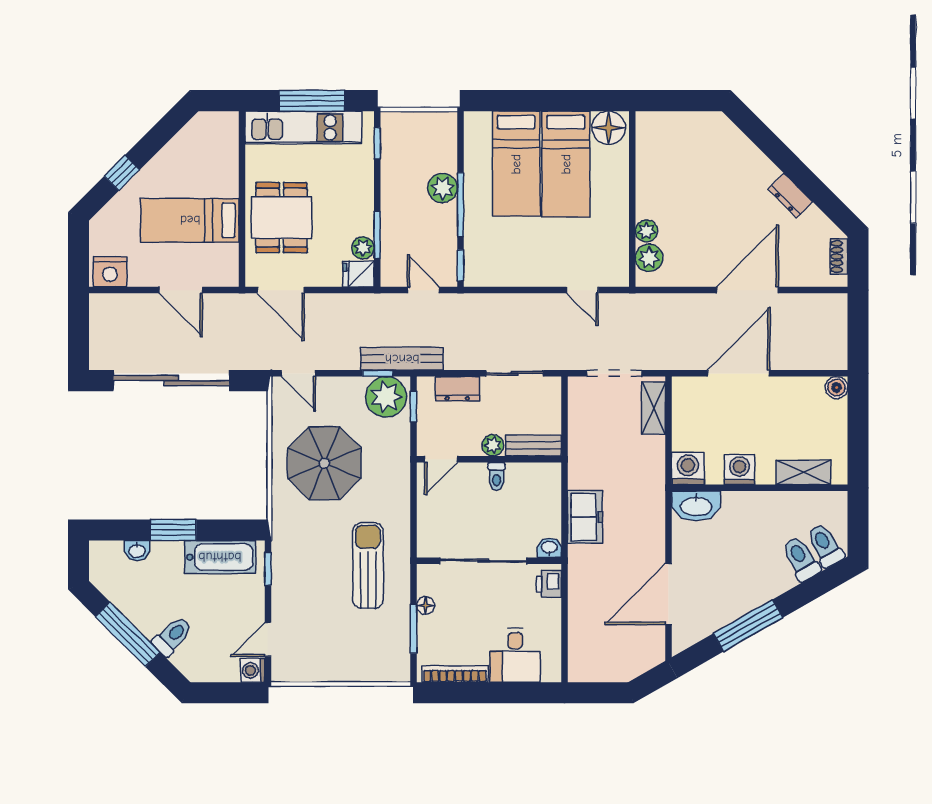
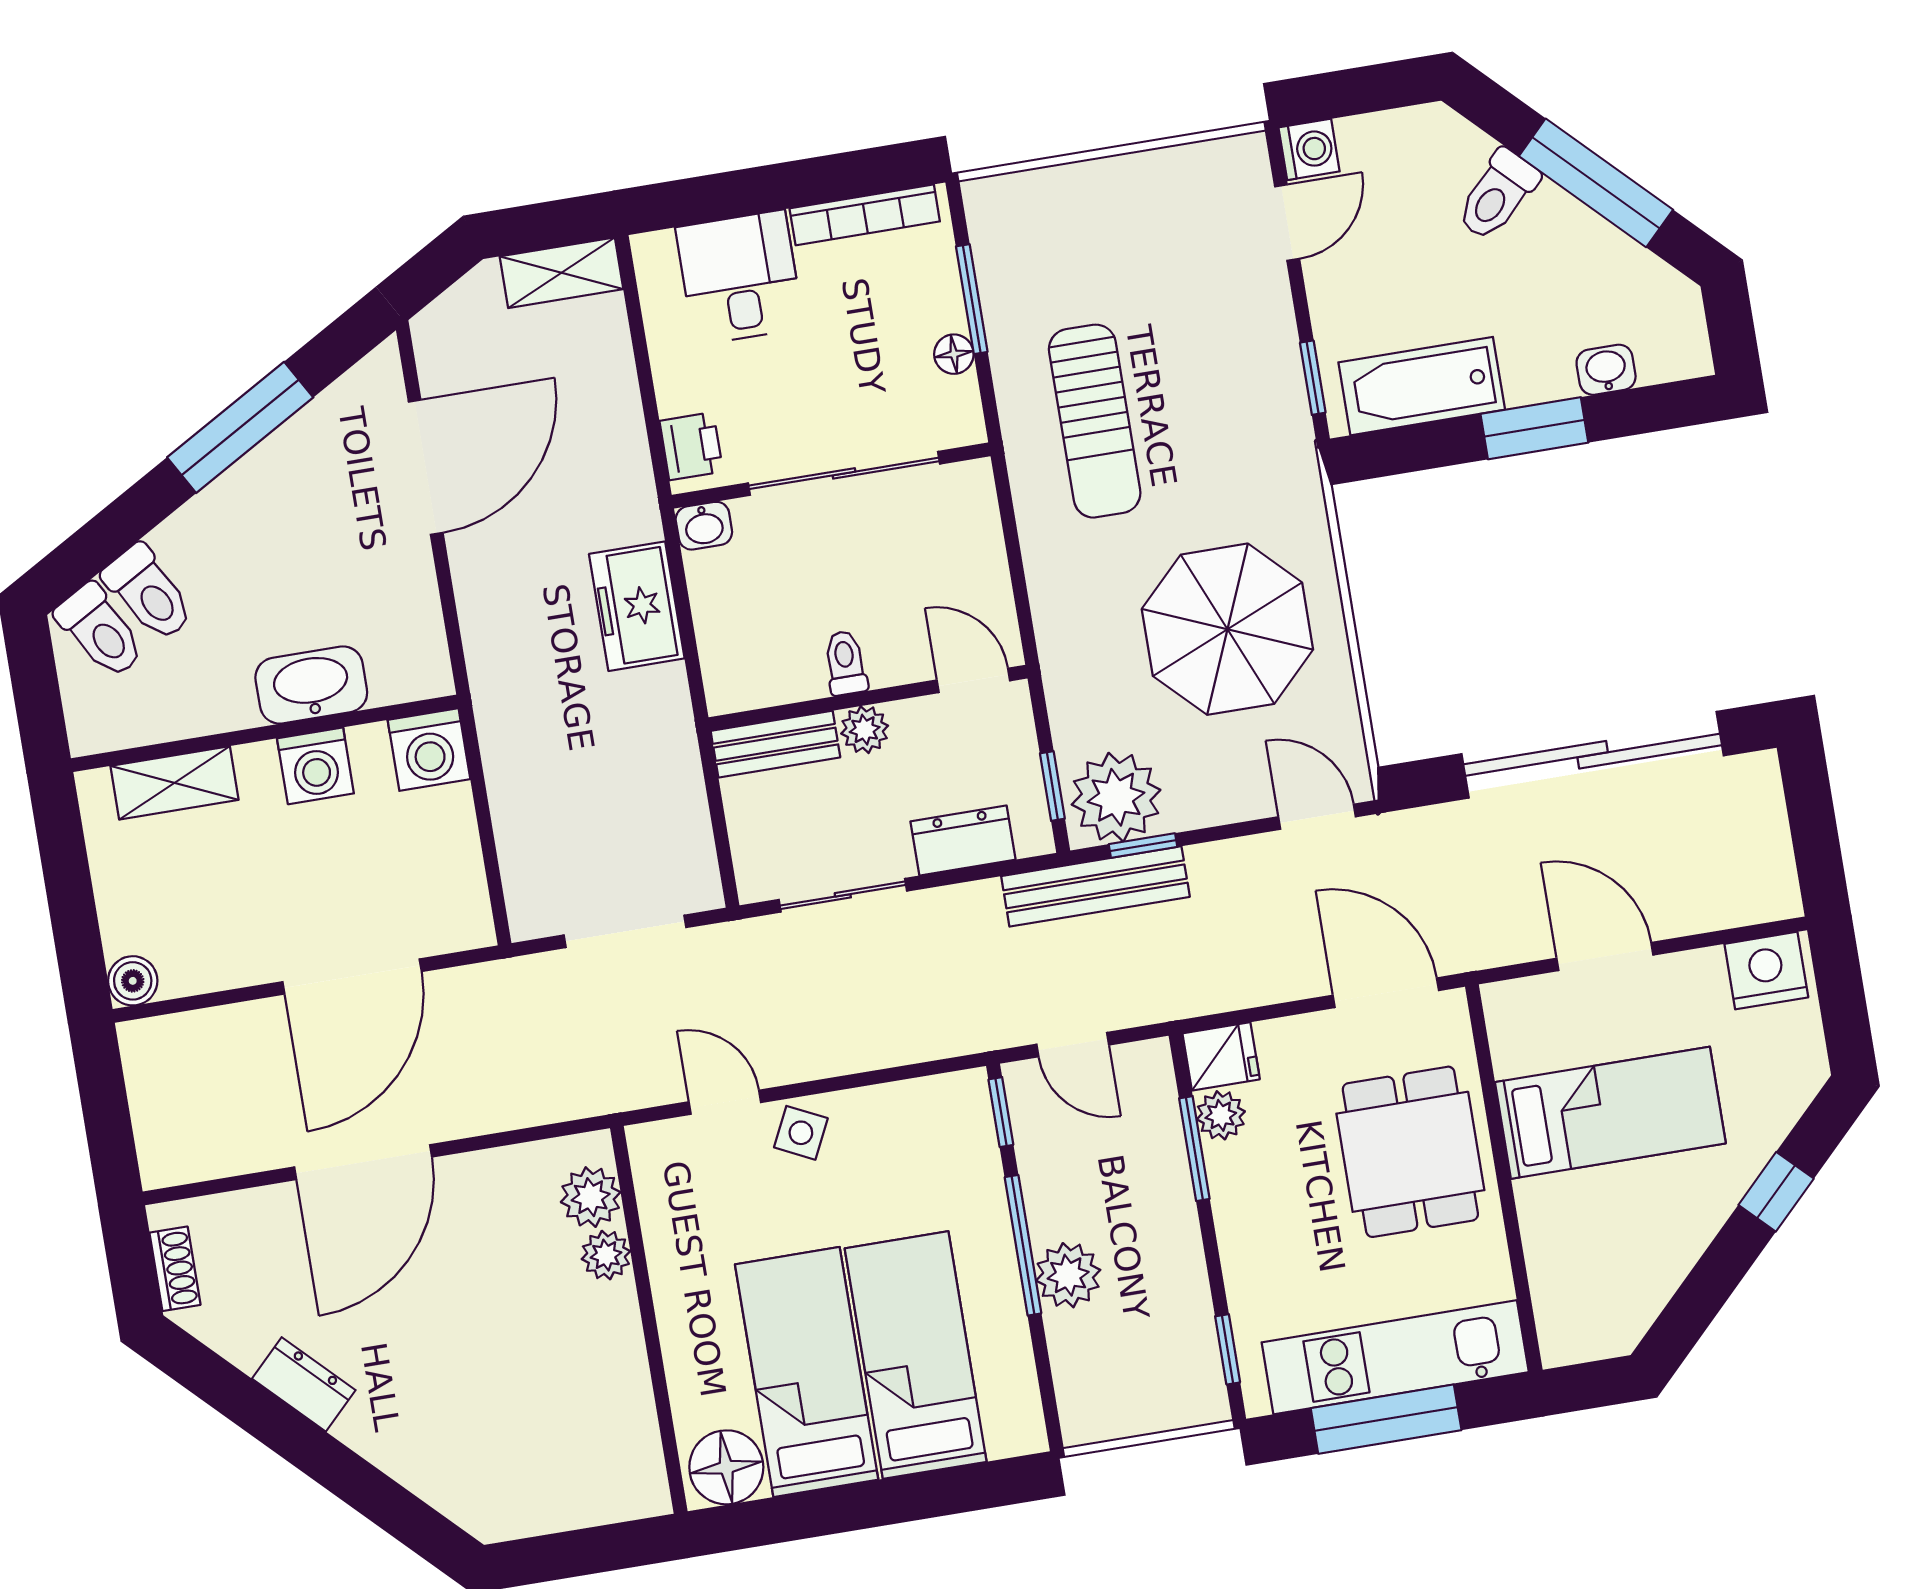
side table: (551, 271) -> (801, 1133), added
shelving: (654, 408) -> (561, 273), moved, turned 90
door: (441, 459) -> (973, 680), hinge flipped
washbasin: (696, 506) -> (311, 685), moved

